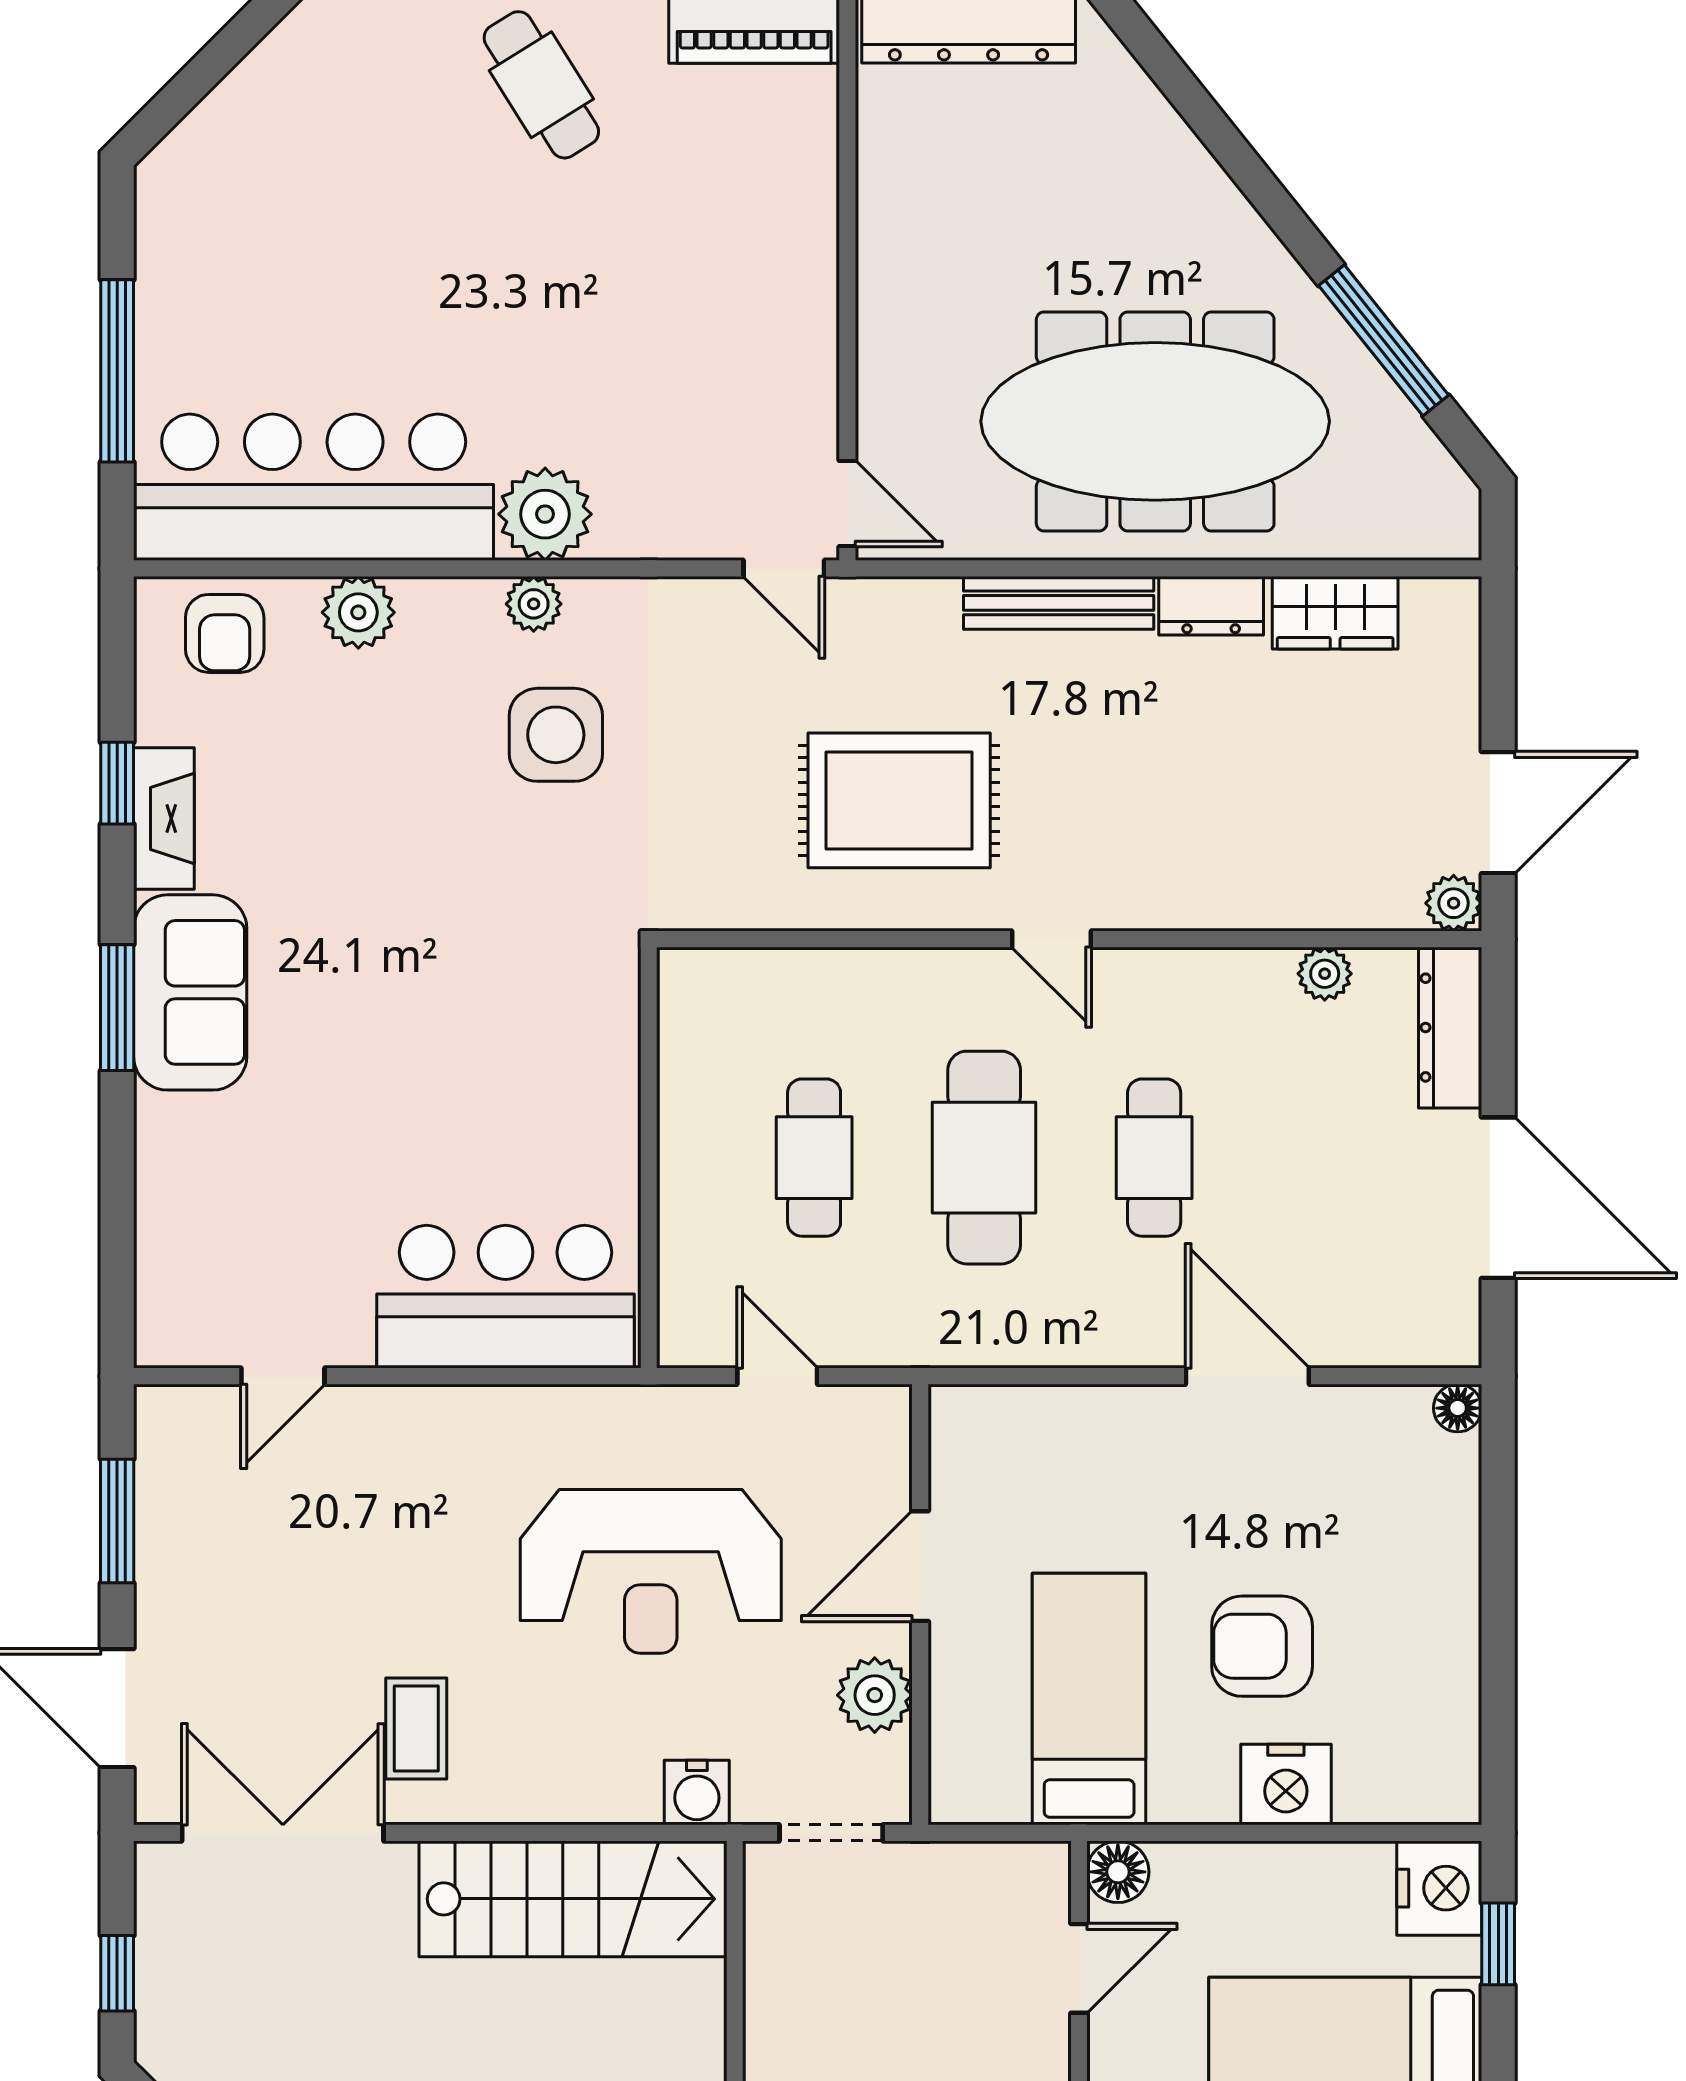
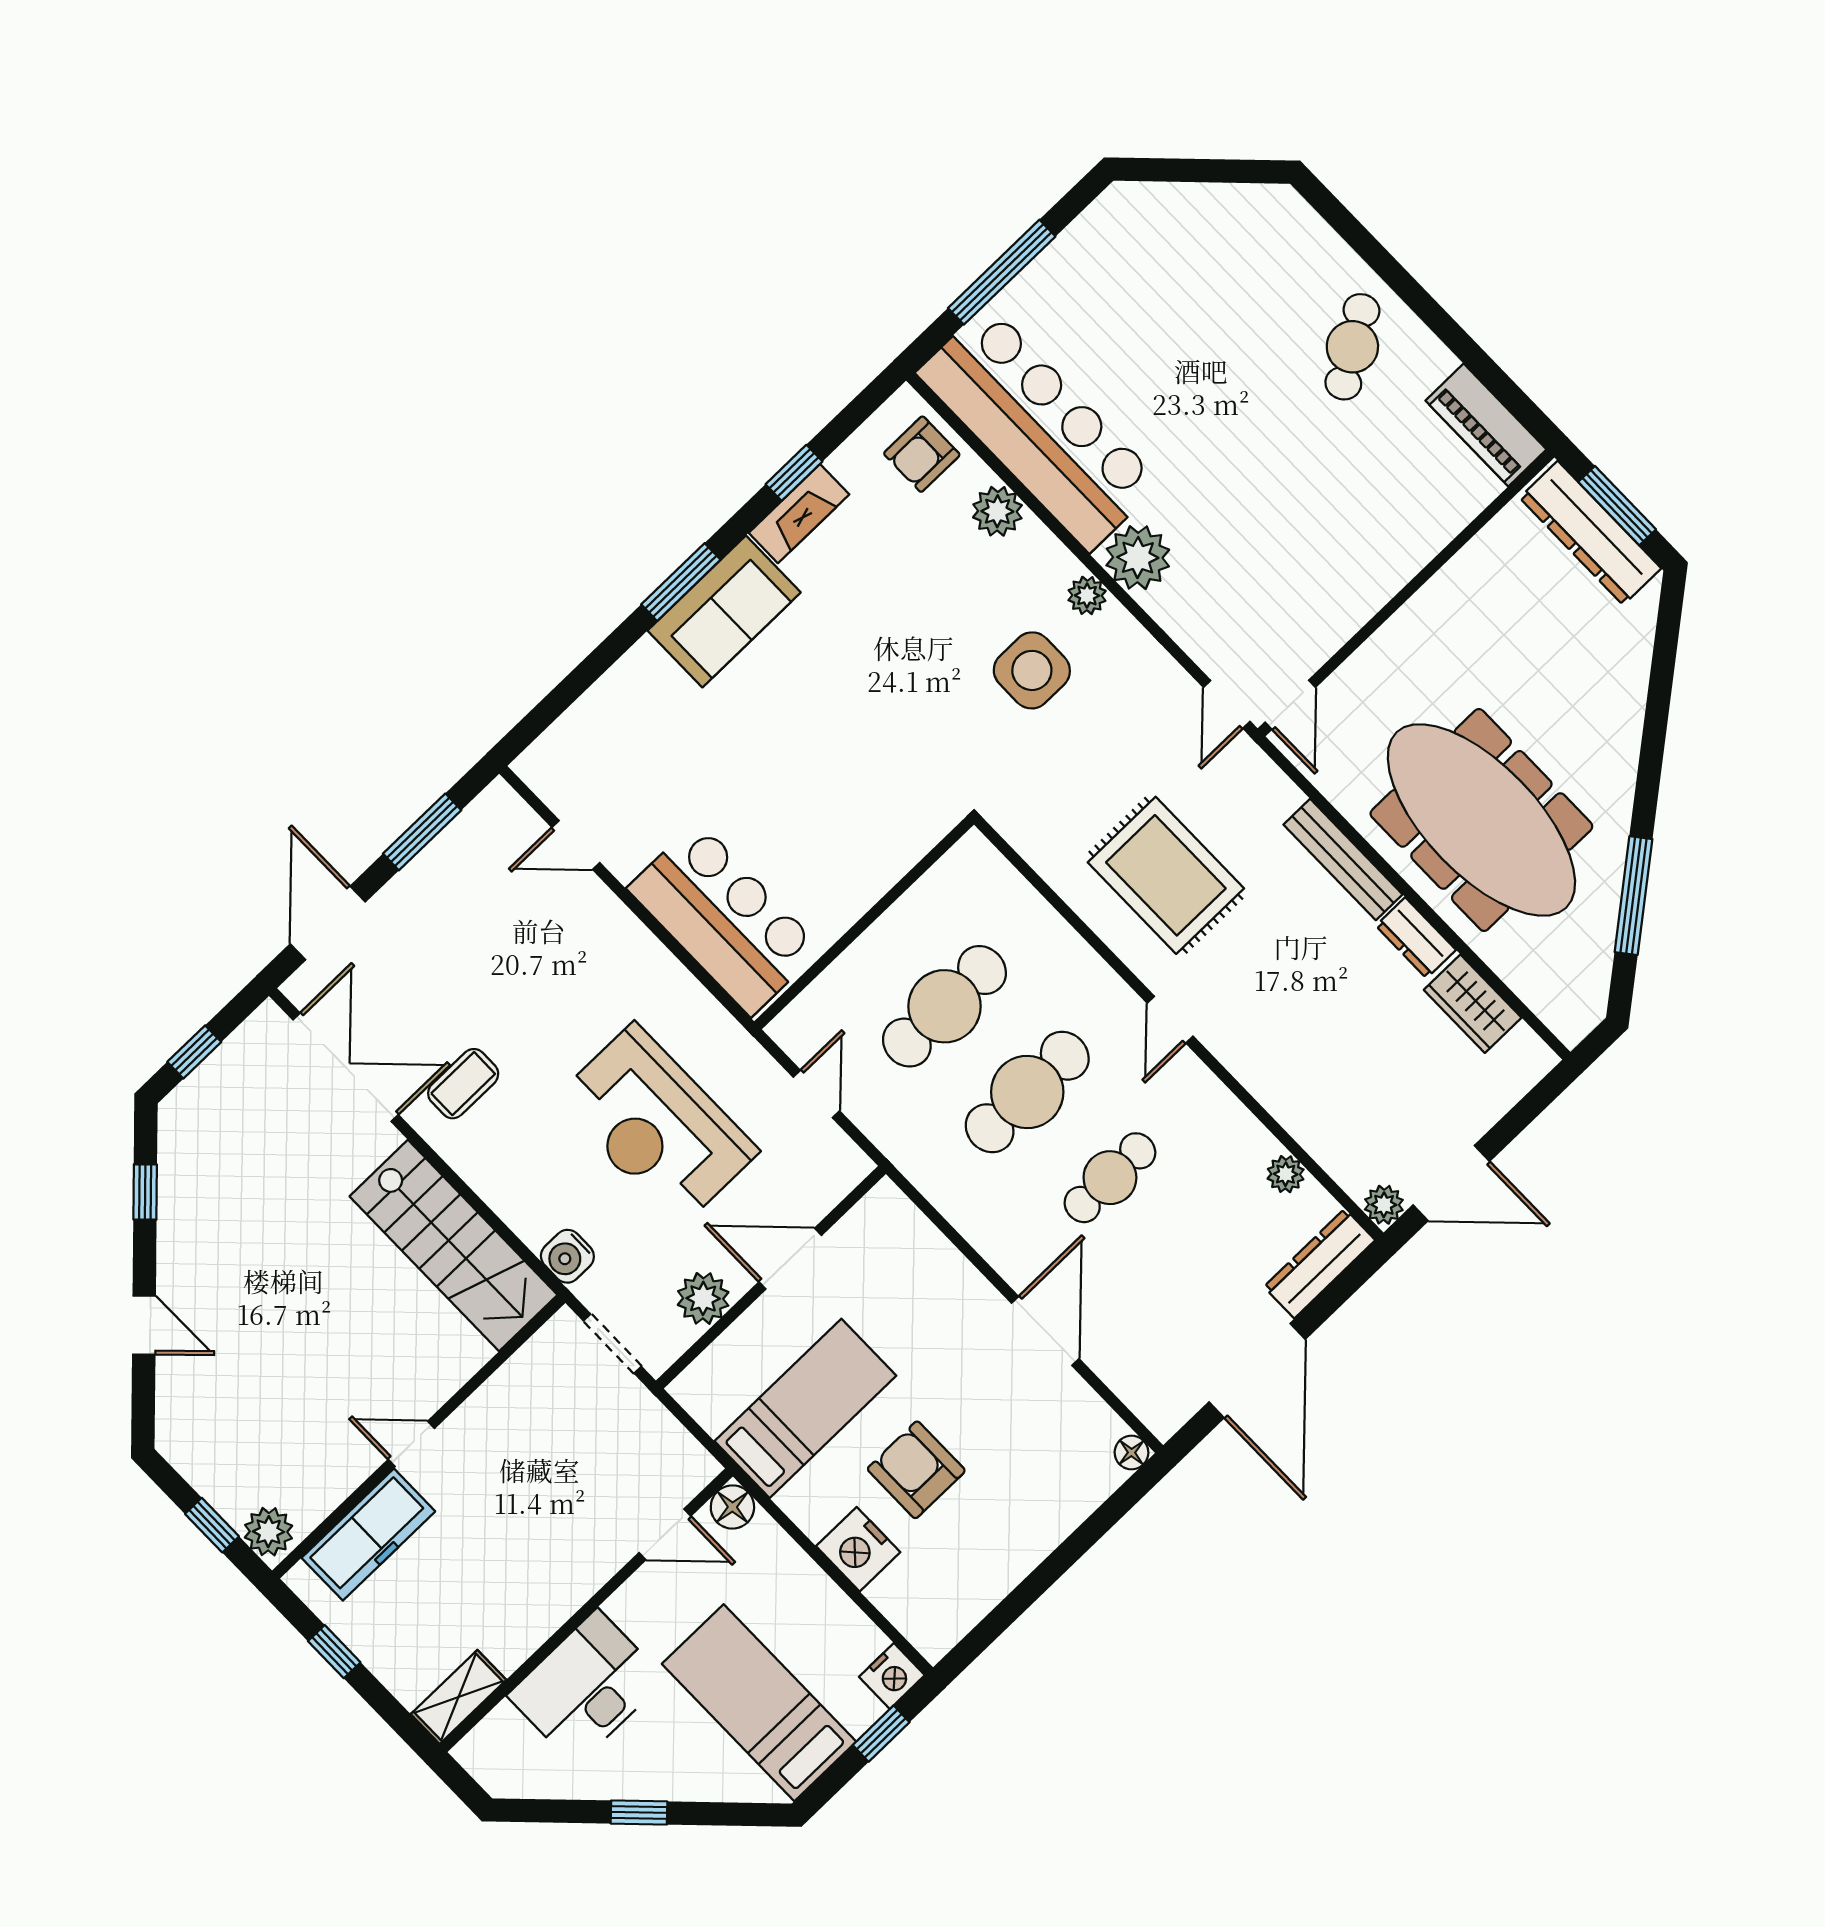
cafe table: (814, 1158) -> (944, 1006), width x1.37, depth x1.35
nightstand: (1439, 1888) -> (892, 1676), width x0.74, depth x0.75

